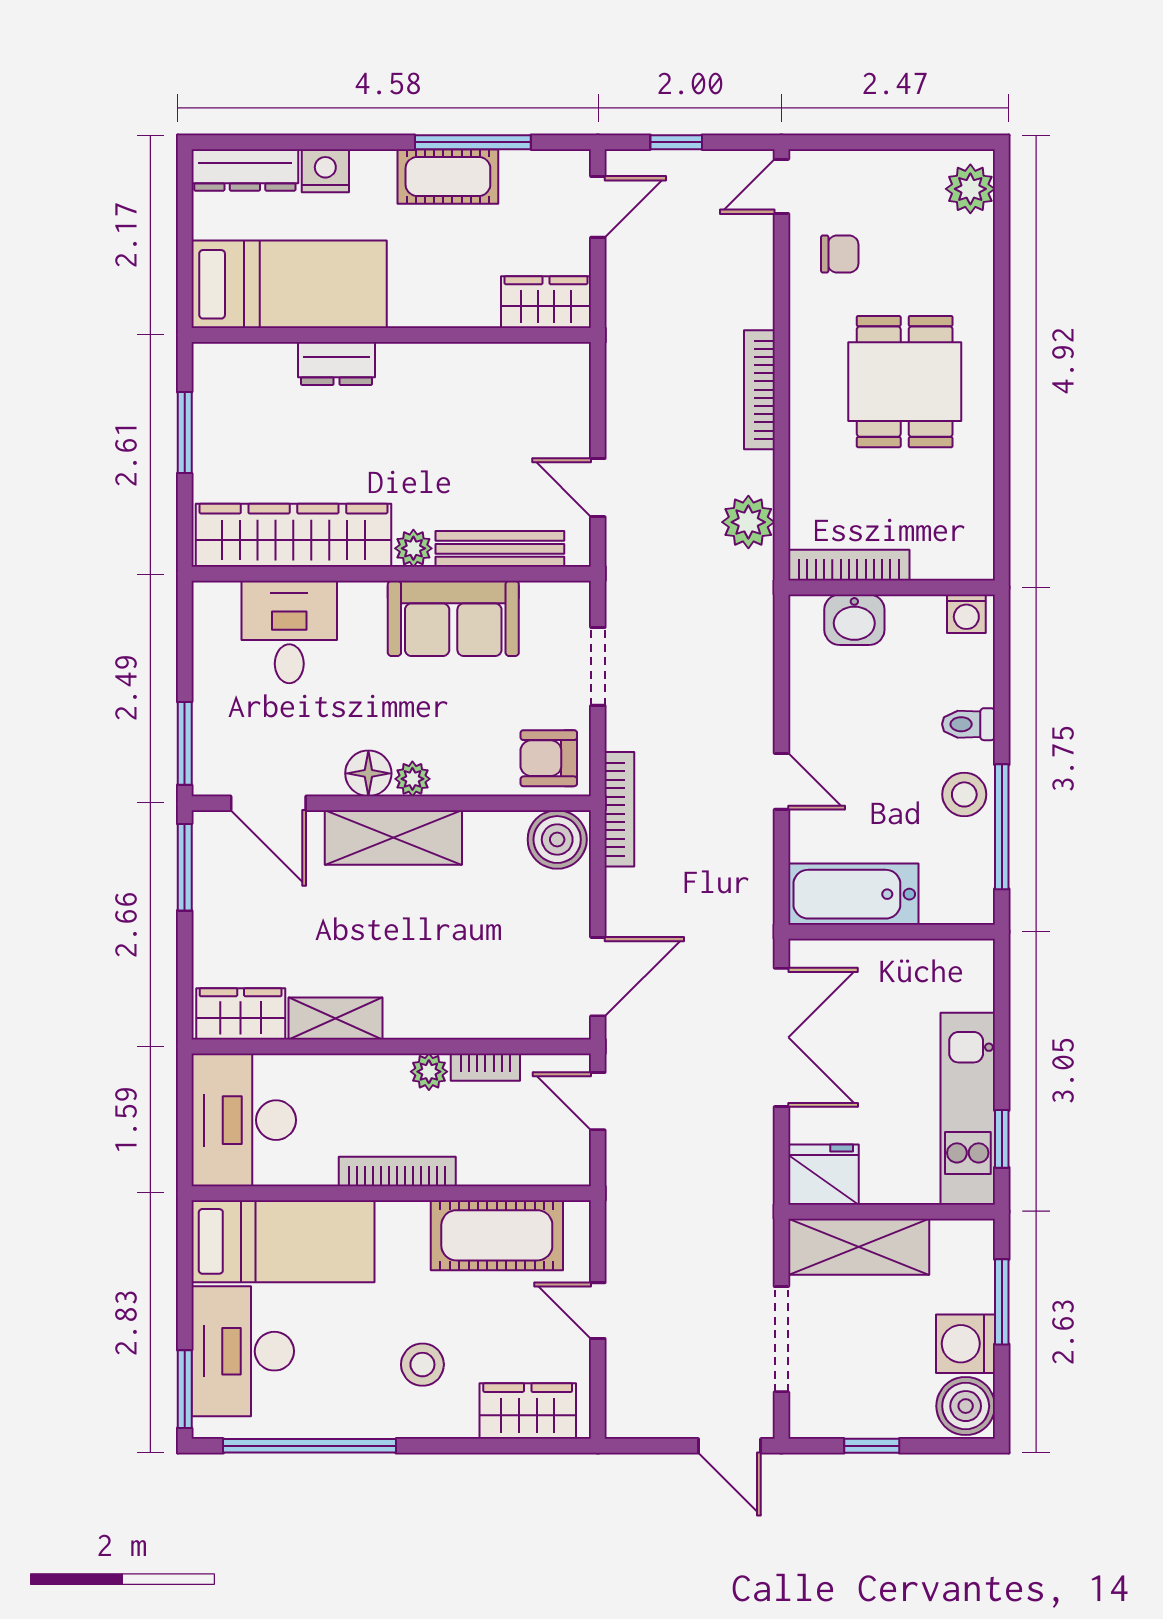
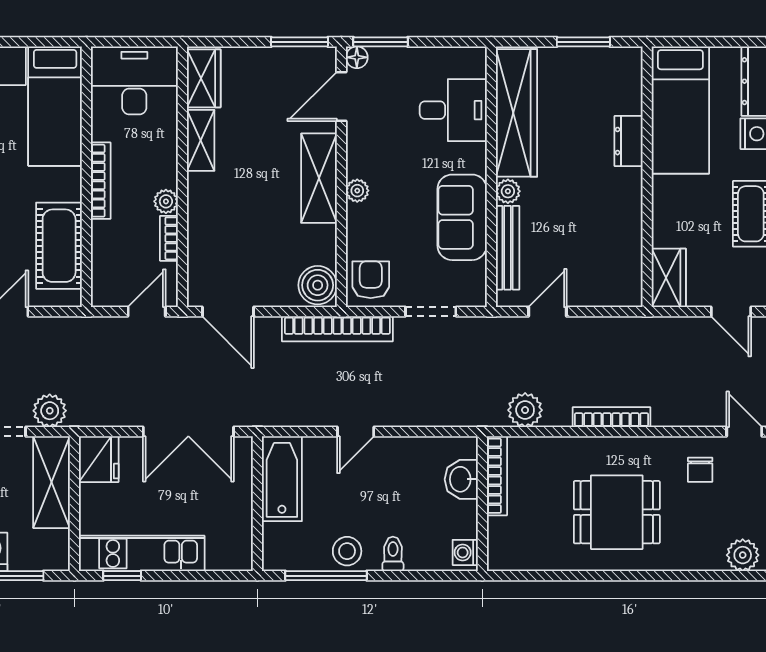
floor lamp: (368, 773) -> (357, 57), moved, width x0.73, depth x0.73
bookcase: (619, 809) -> (337, 329), width x1.48, depth x1.31
plant: (749, 1250) -> (50, 411), added

